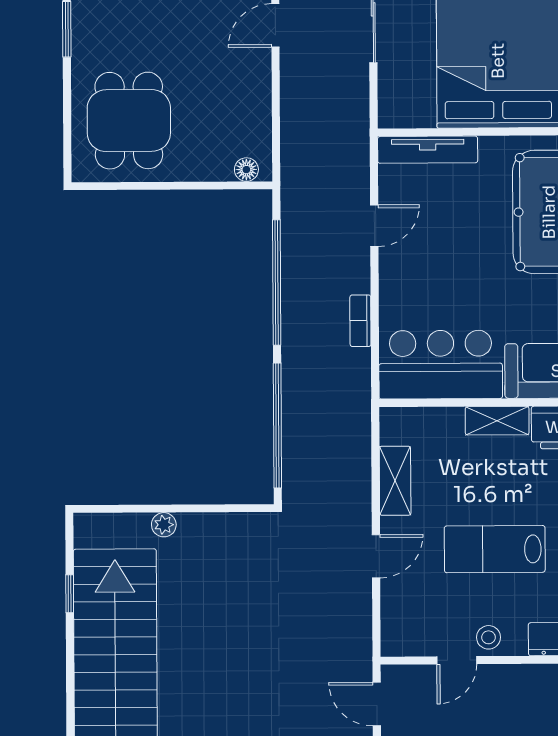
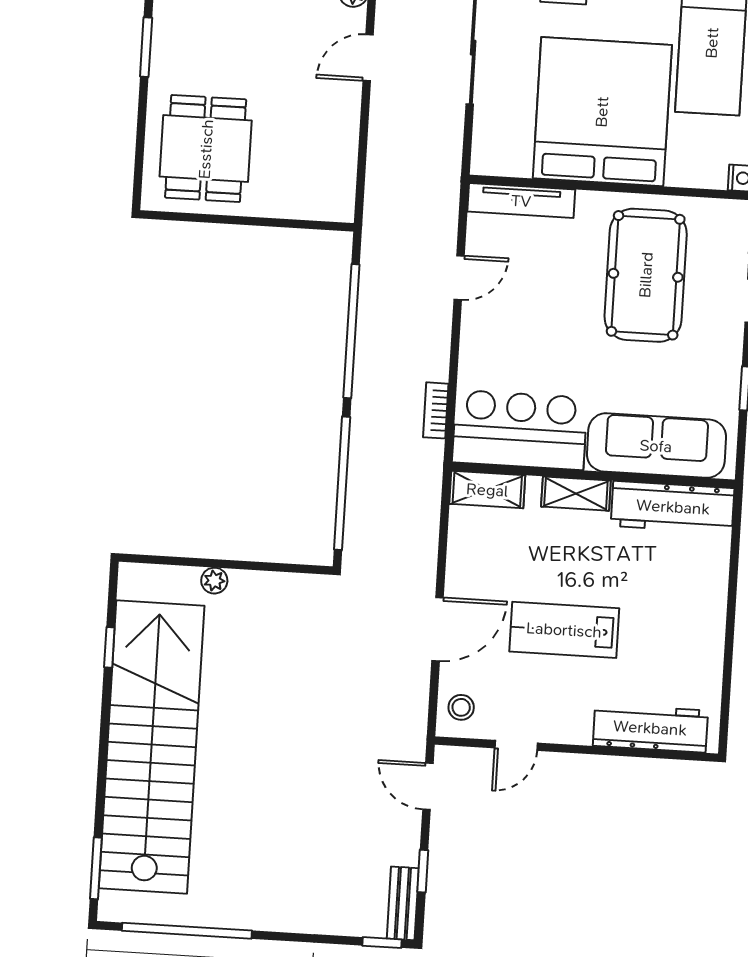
floor lamp: (246, 170) -> (327, 209), removed
bookcase: (360, 321) -> (436, 410), moved
shelving: (395, 481) -> (487, 490), moved, turned 90
door: (376, 556) -> (438, 629), width x1.38
stool: (489, 637) -> (461, 707), moved

